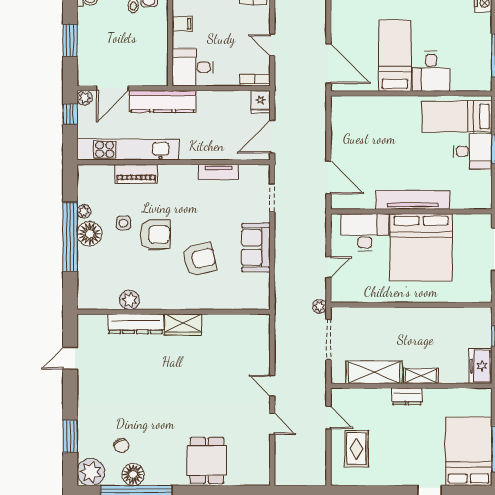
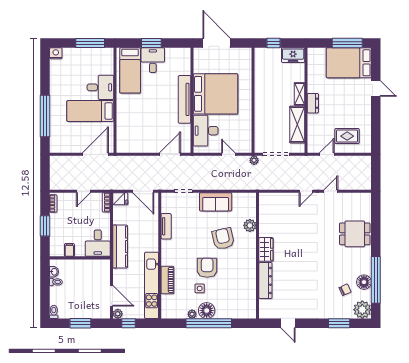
kitchen counter: (163, 101) -> (120, 247), moved
plant: (130, 300) -> (250, 225), moved

